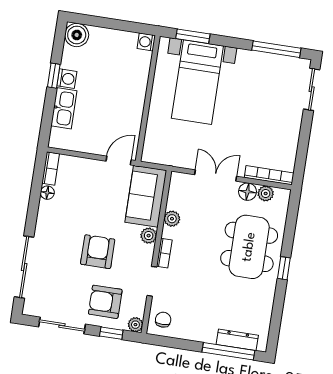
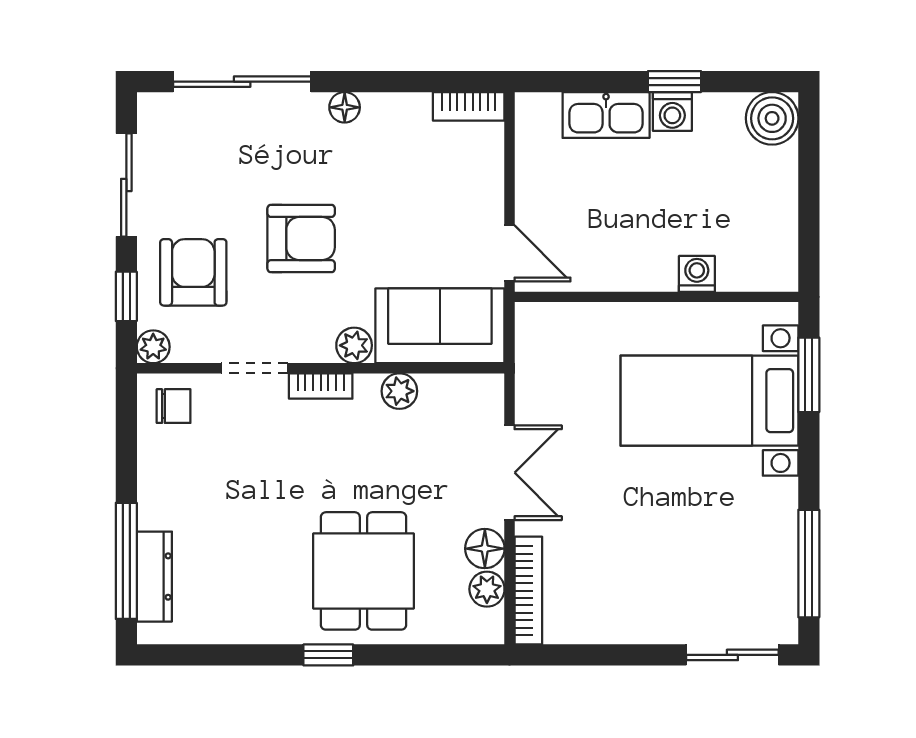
washing machine: (146, 42) -> (697, 274), moved
floor lamp: (47, 193) -> (345, 107), moved
dining table: (249, 247) -> (364, 571), width x0.73

